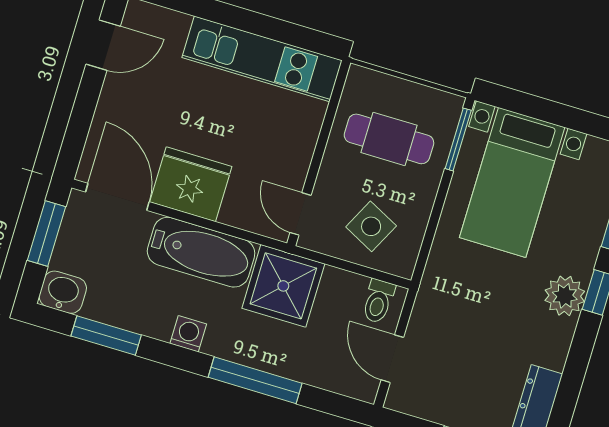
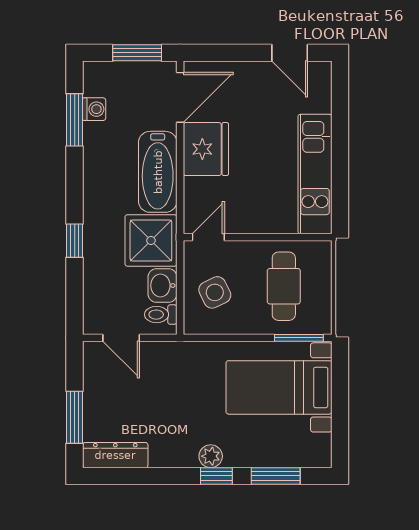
side table: (371, 226) -> (215, 292), turned 37
washbasin: (63, 292) -> (162, 286), moved, turned 180
plant: (565, 296) -> (211, 456), width x0.73, depth x0.73
washing machine: (188, 334) -> (94, 109), moved
door: (392, 359) -> (121, 338), swing flipped
window: (255, 380) -> (75, 241), width x0.46

